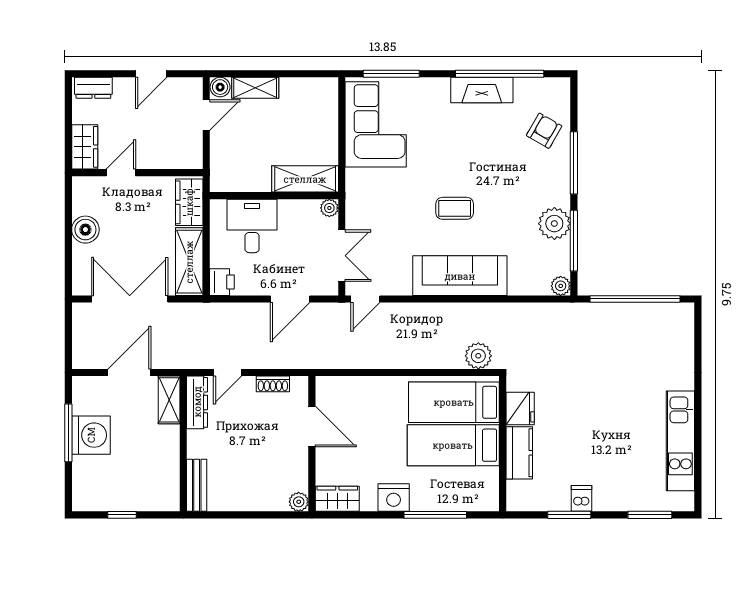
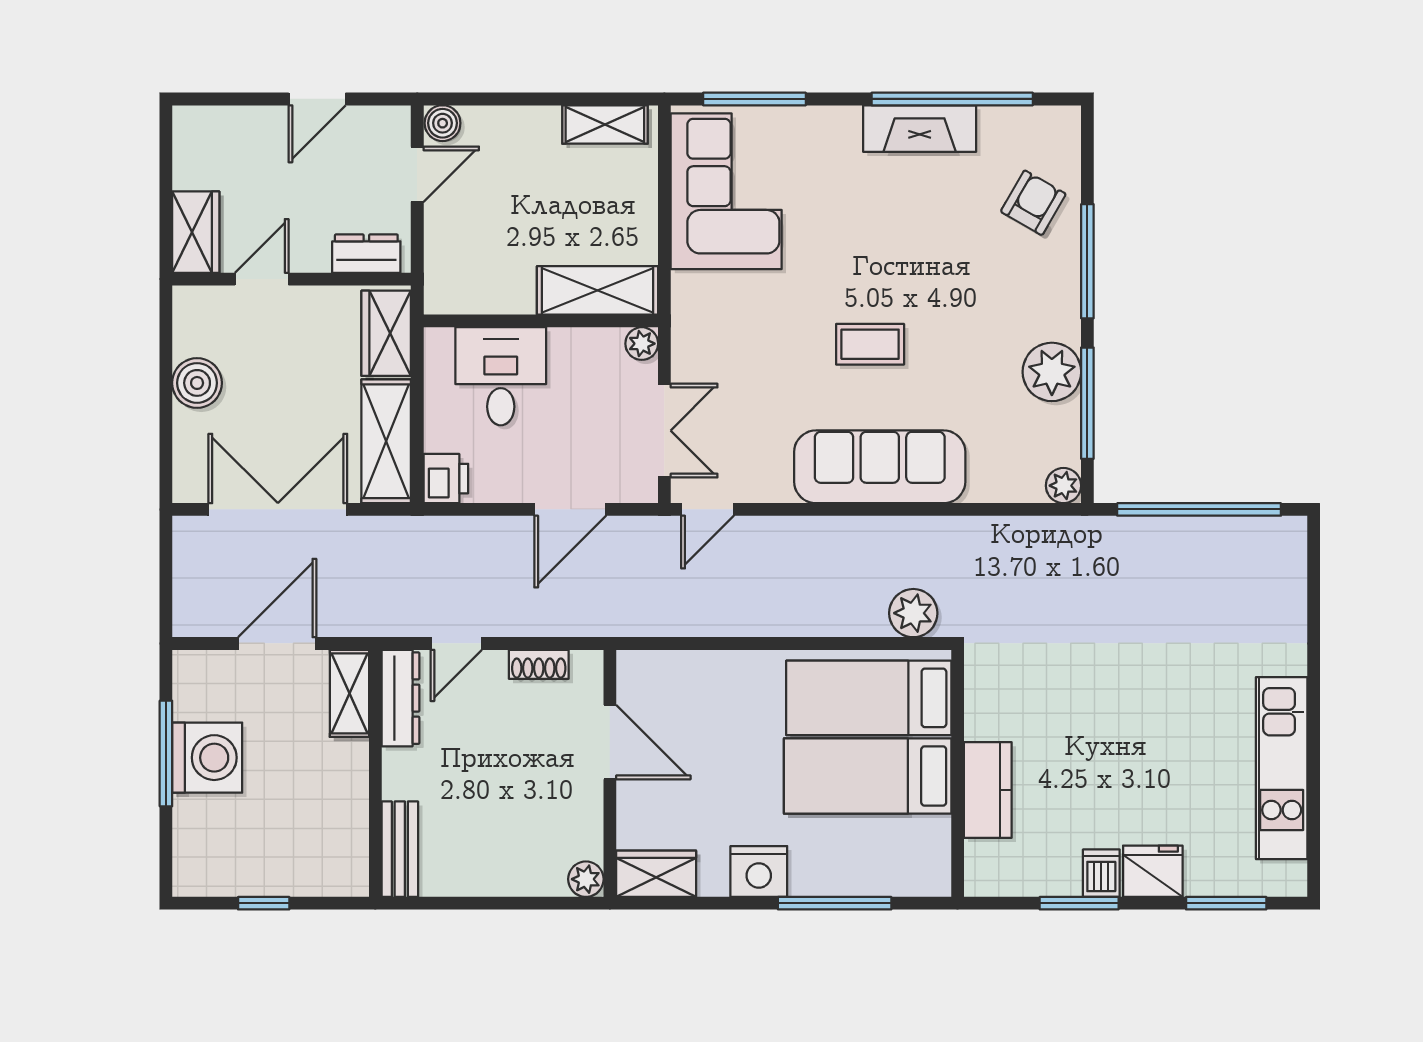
dresser: (93, 88) -> (366, 254), moved, turned 180
shelving: (255, 88) -> (605, 124), moved
fridge: (520, 408) -> (1153, 871), moved, turned -90

